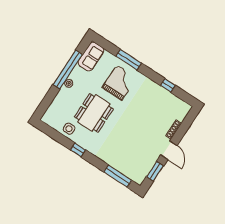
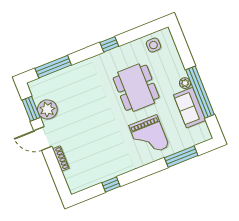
sofa: (91, 57) -> (190, 108), moved
window: (129, 60) -> (181, 157), moved
side table: (69, 129) -> (153, 45), moved
plant: (148, 160) -> (47, 109), added

